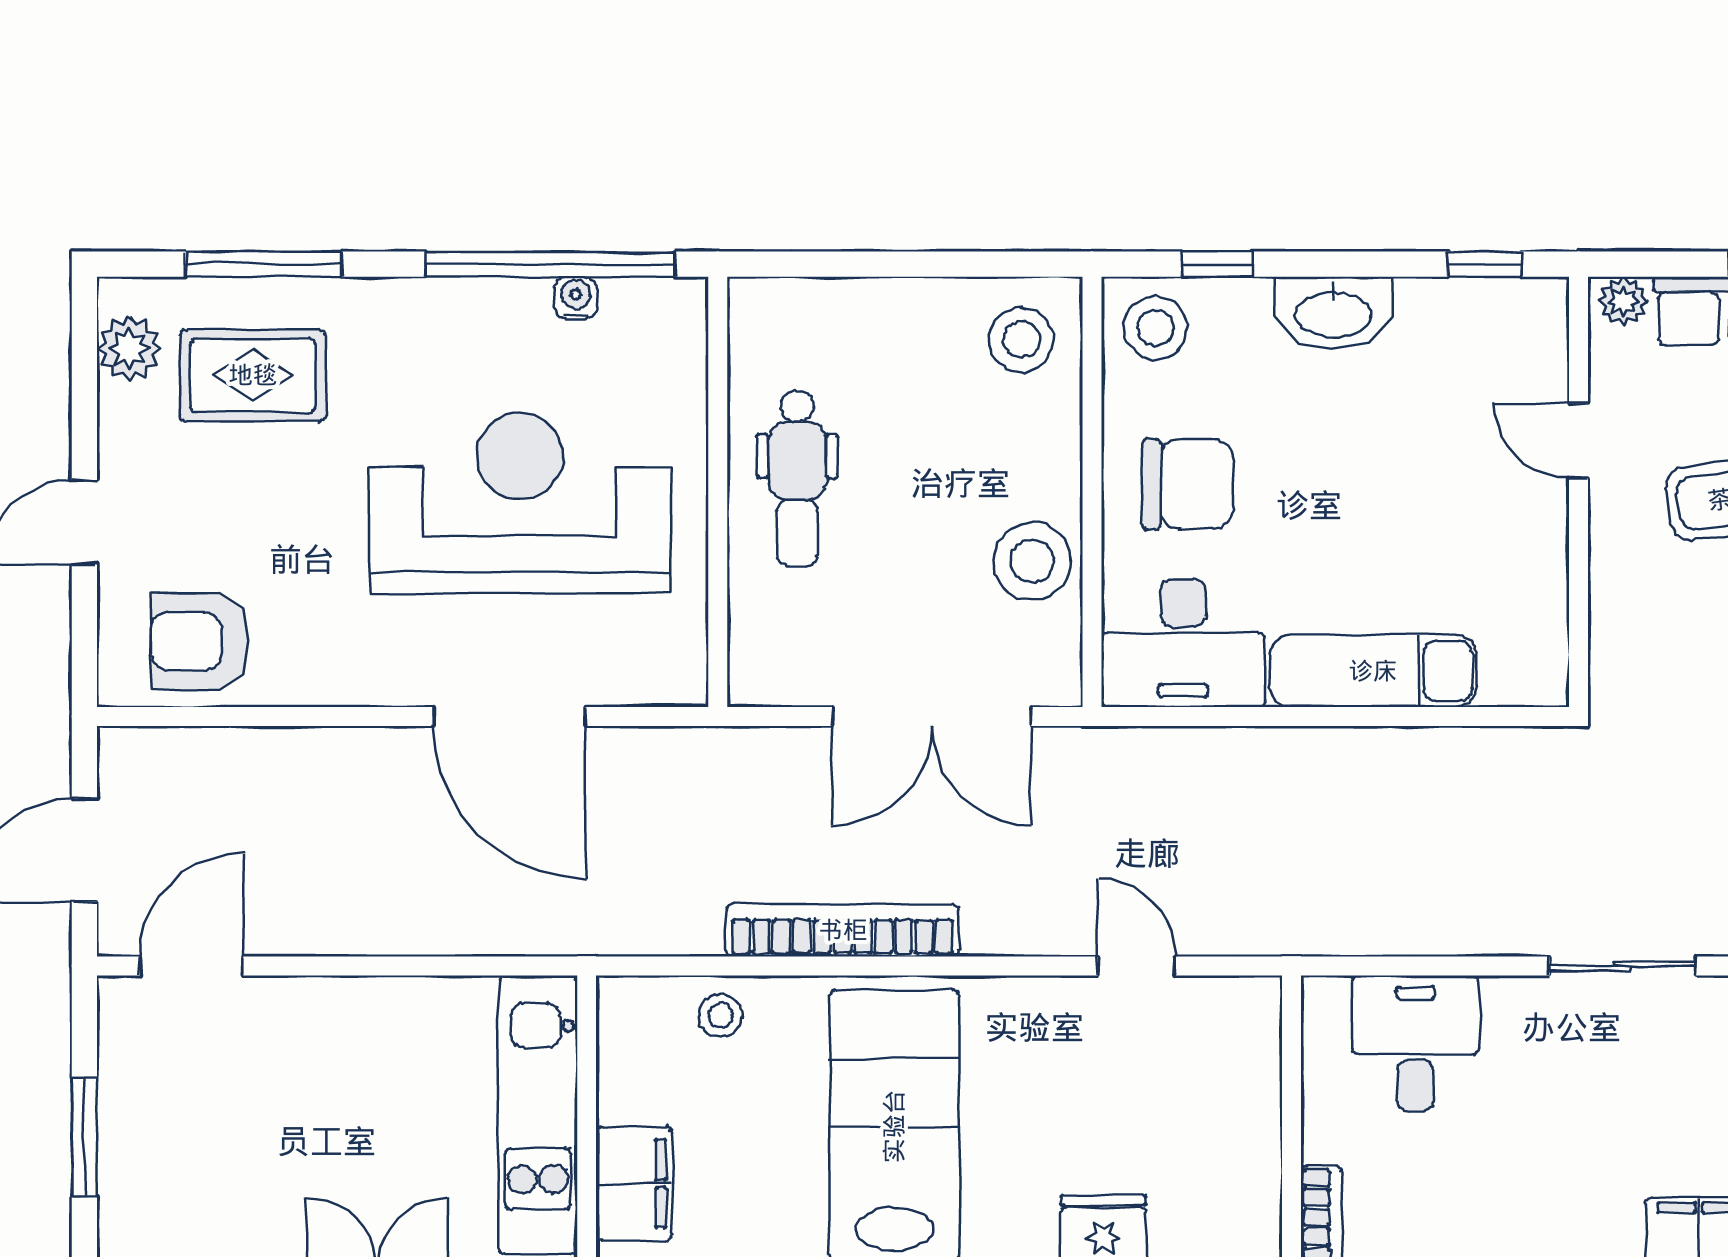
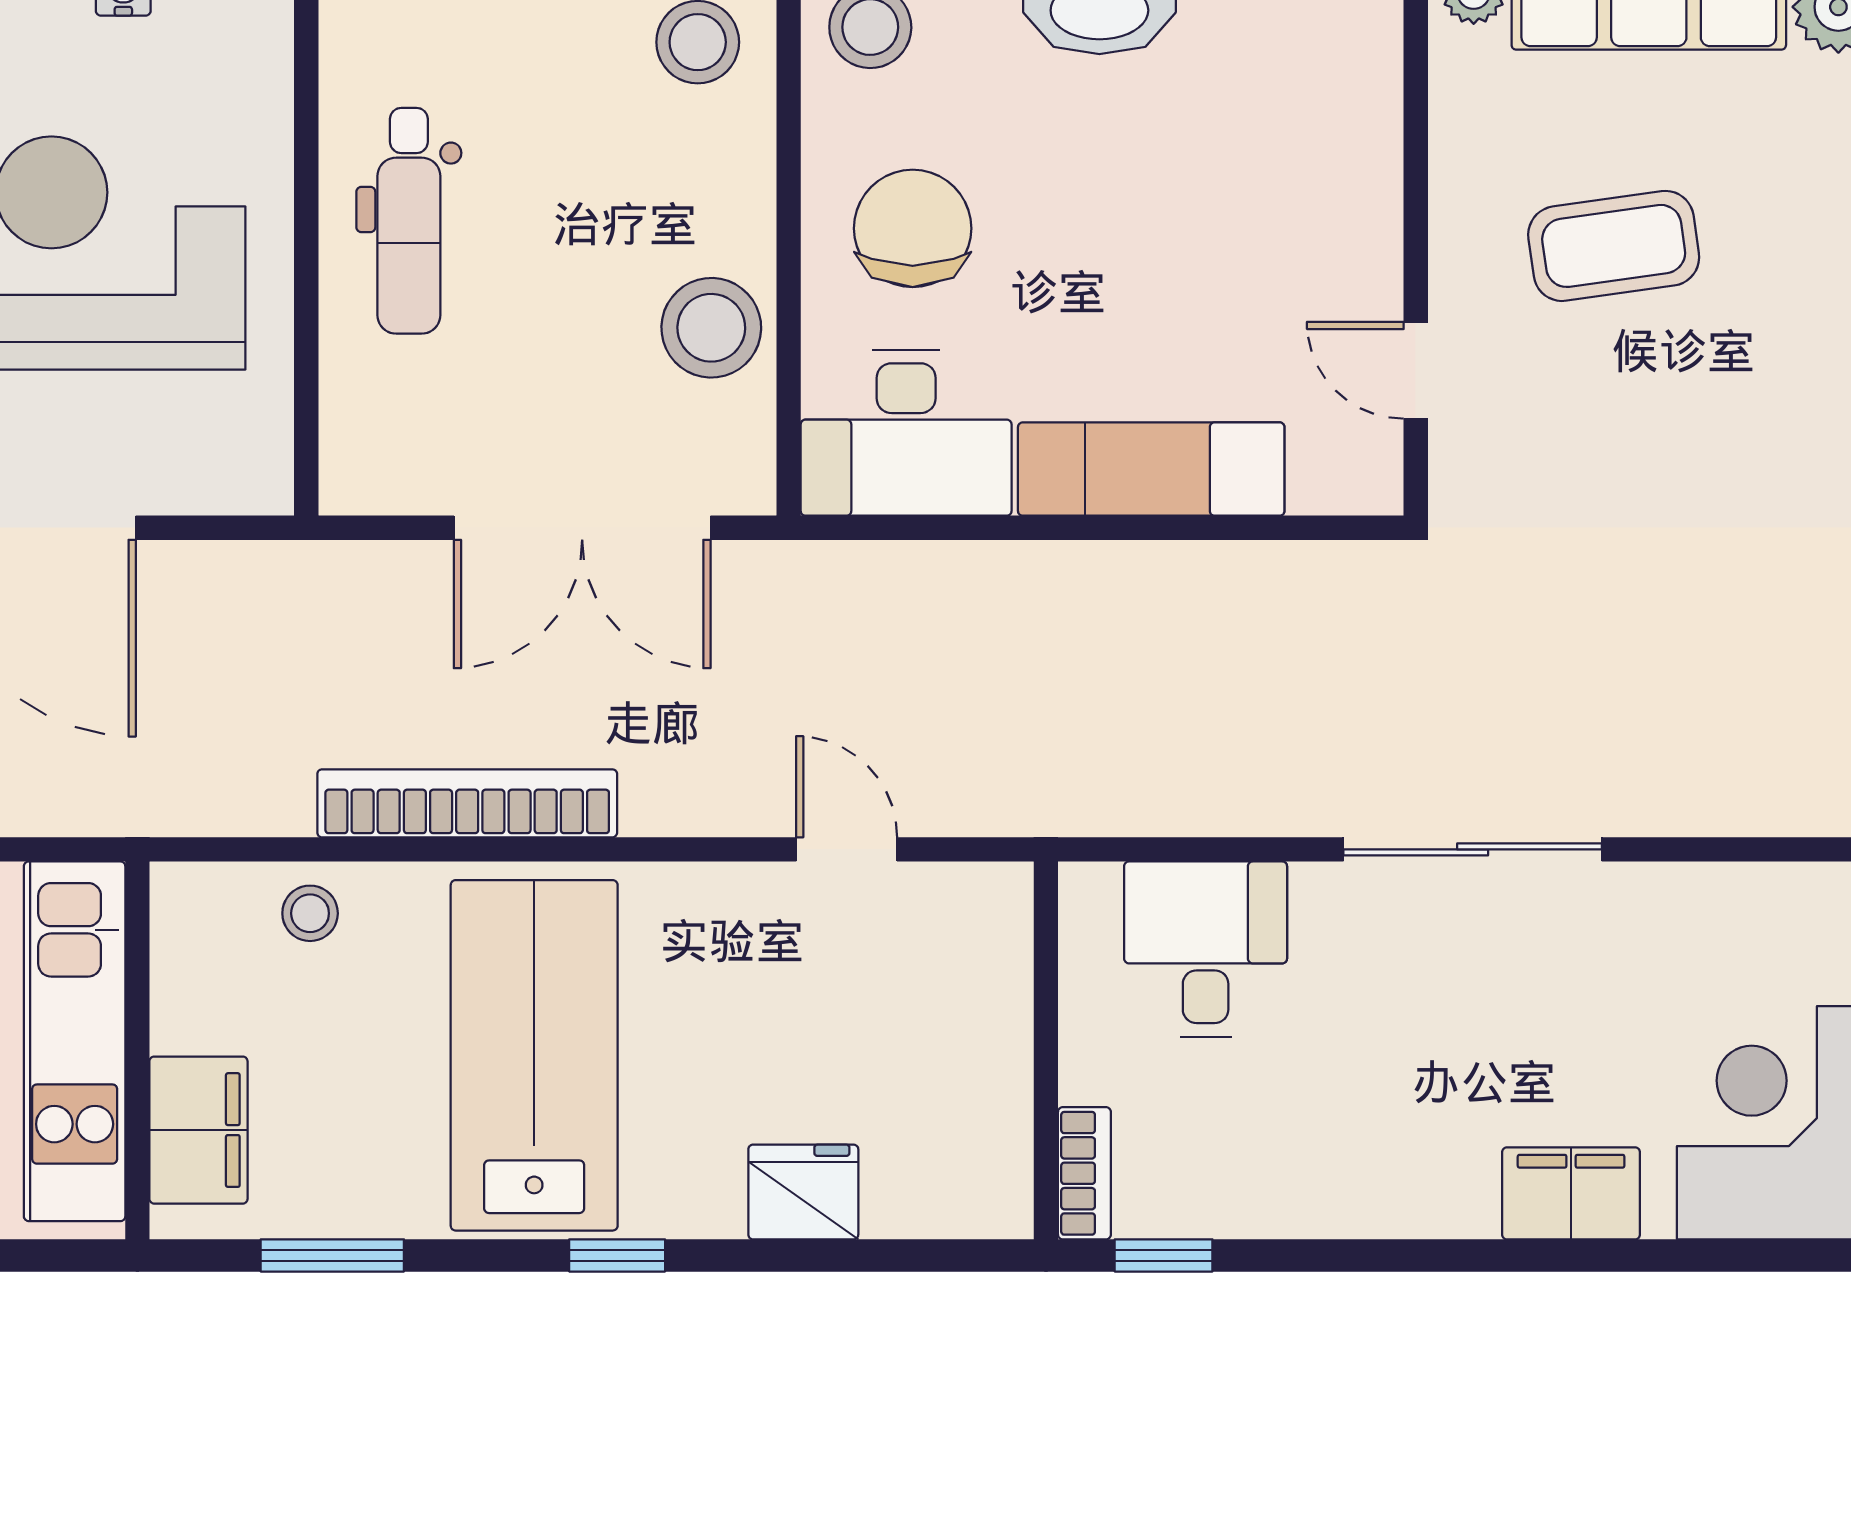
door: (1579, 441) -> (1416, 370), moved
chair: (1188, 484) -> (913, 228), turned -90
sliding door: (1623, 966) -> (1473, 849), width x1.37

